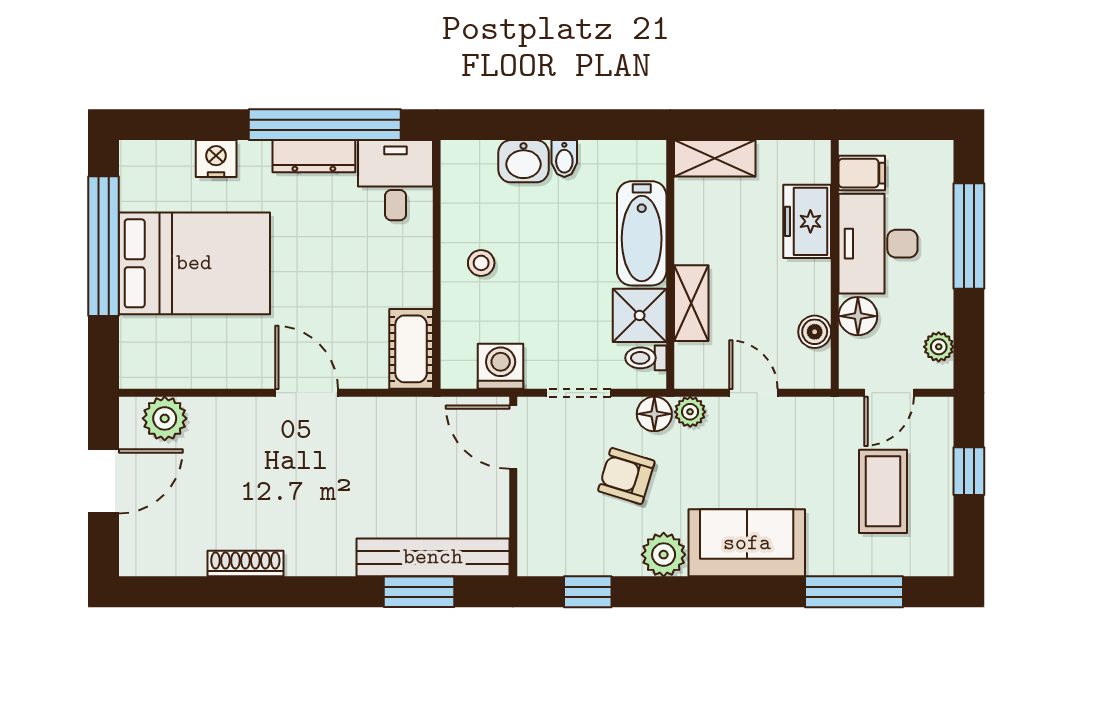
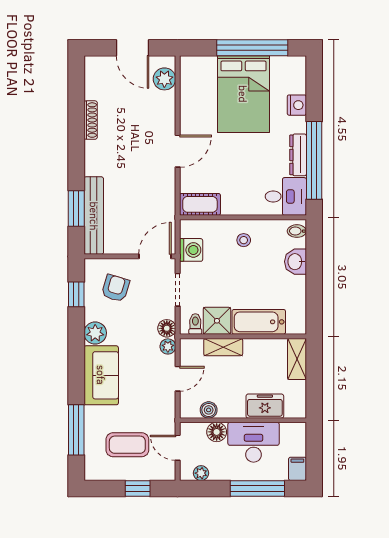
bidet: (564, 159) -> (297, 231), moved
filing cabinet: (862, 173) -> (297, 469), moved, turned 180
armchair: (626, 476) -> (115, 288), moved

